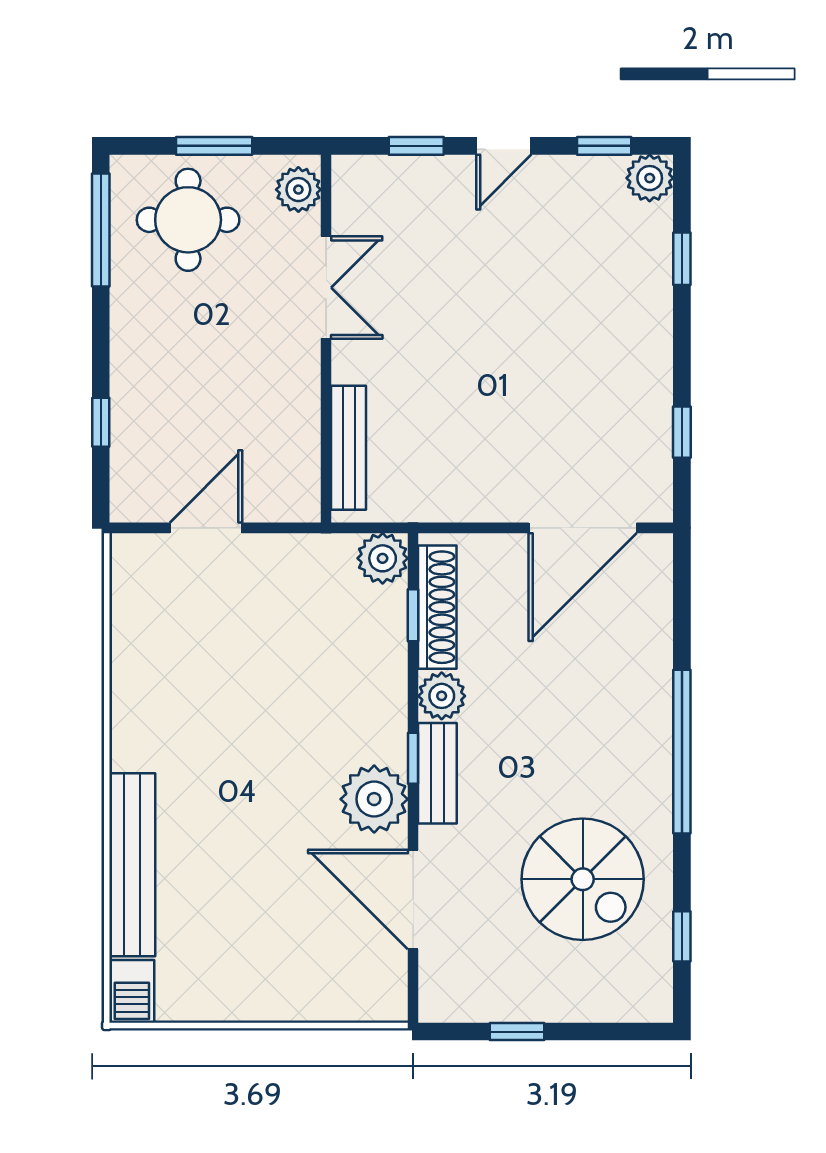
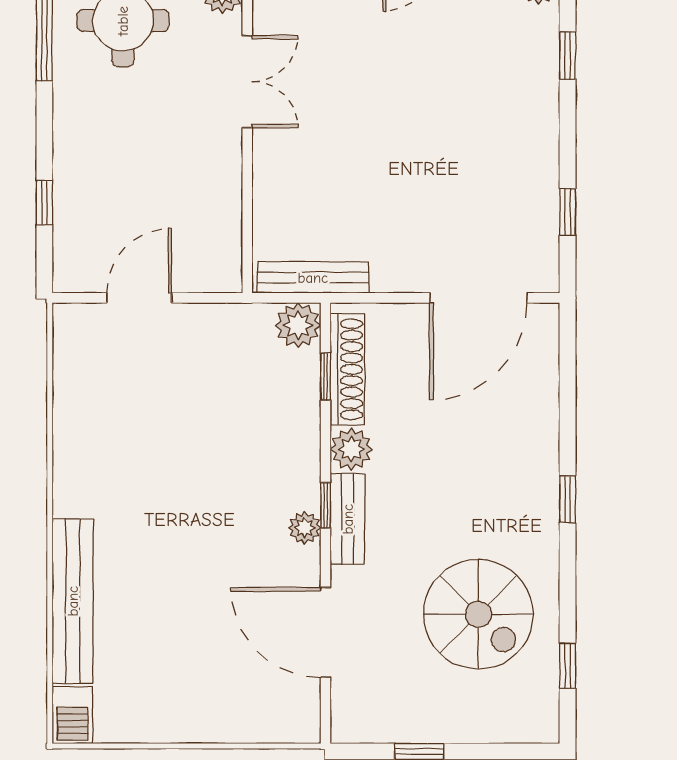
bench: (349, 448) -> (313, 278), moved, turned 90
window: (682, 752) -> (568, 499), width x0.32
plant: (374, 799) -> (305, 528), width x0.53, depth x0.53

